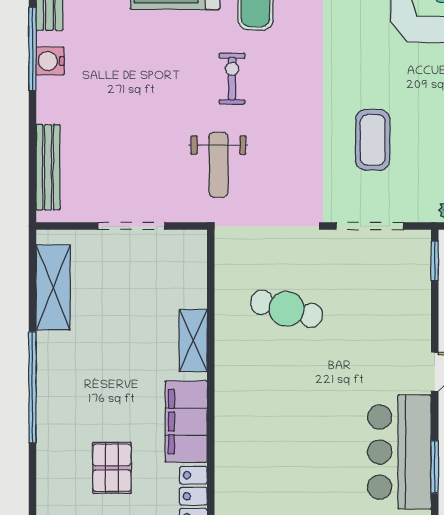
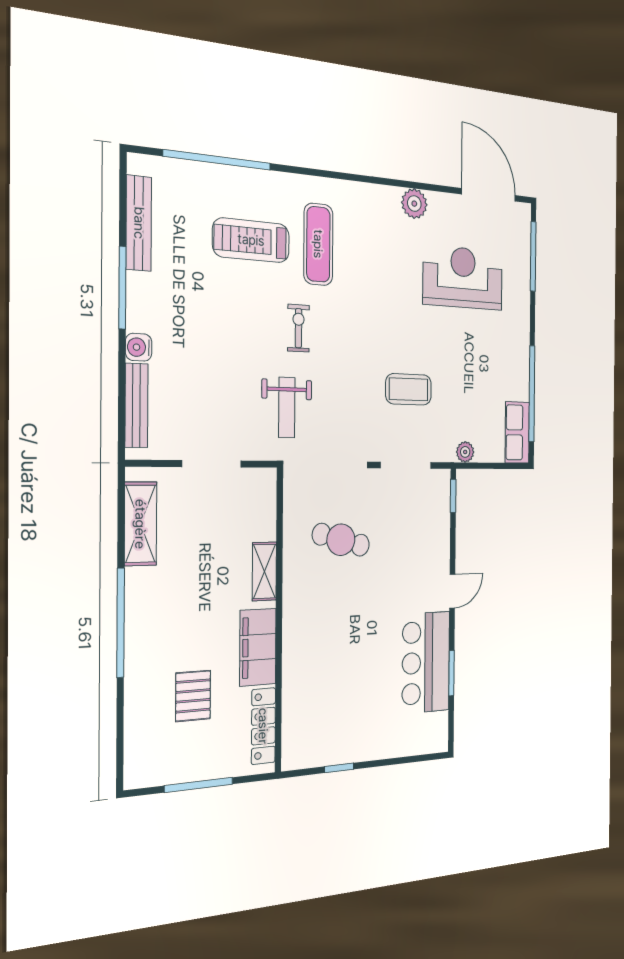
water cooler: (50, 61) -> (139, 347), moved
coffee table: (373, 140) -> (409, 389), turned 90

